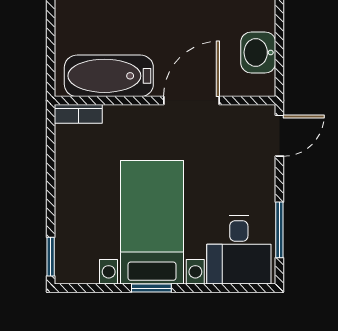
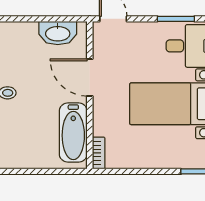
washbasin: (258, 52) -> (58, 33), width x1.38

